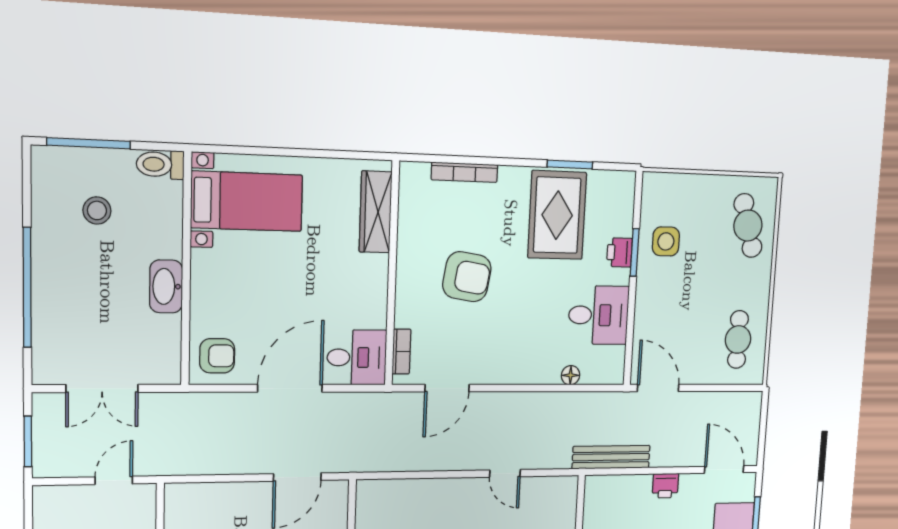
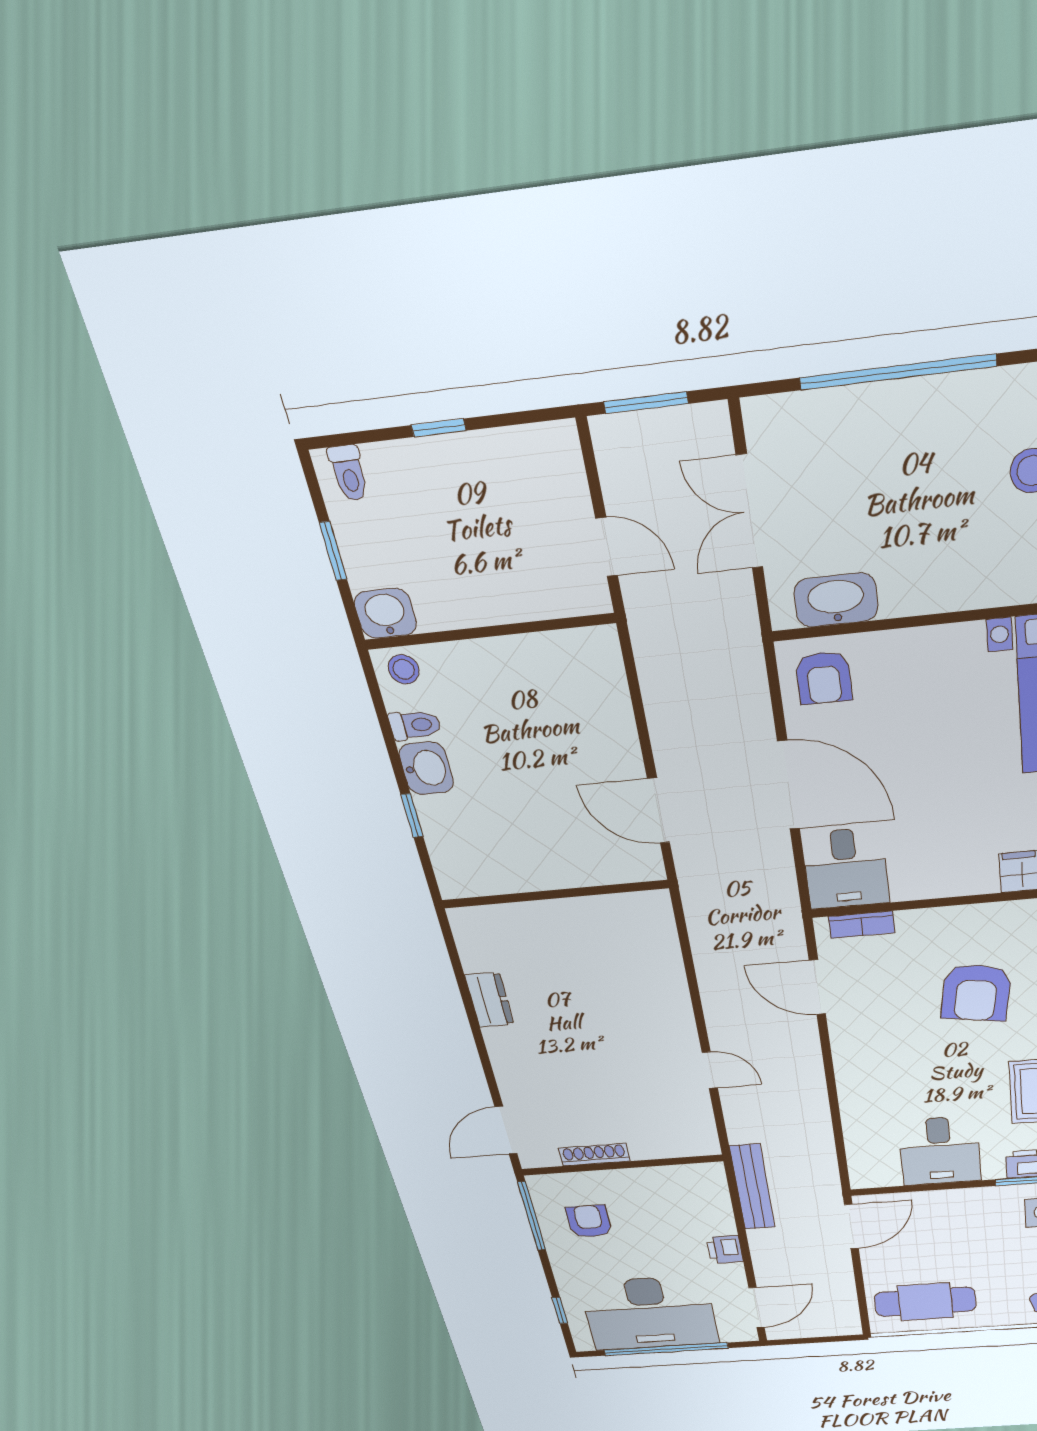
washbasin: (166, 286) -> (836, 600), moved
cafe table: (738, 339) -> (925, 1302), width x1.37, depth x1.35
floor lamp: (571, 375) -> (855, 1129), removed
door: (505, 473) -> (710, 1070), swing flipped

